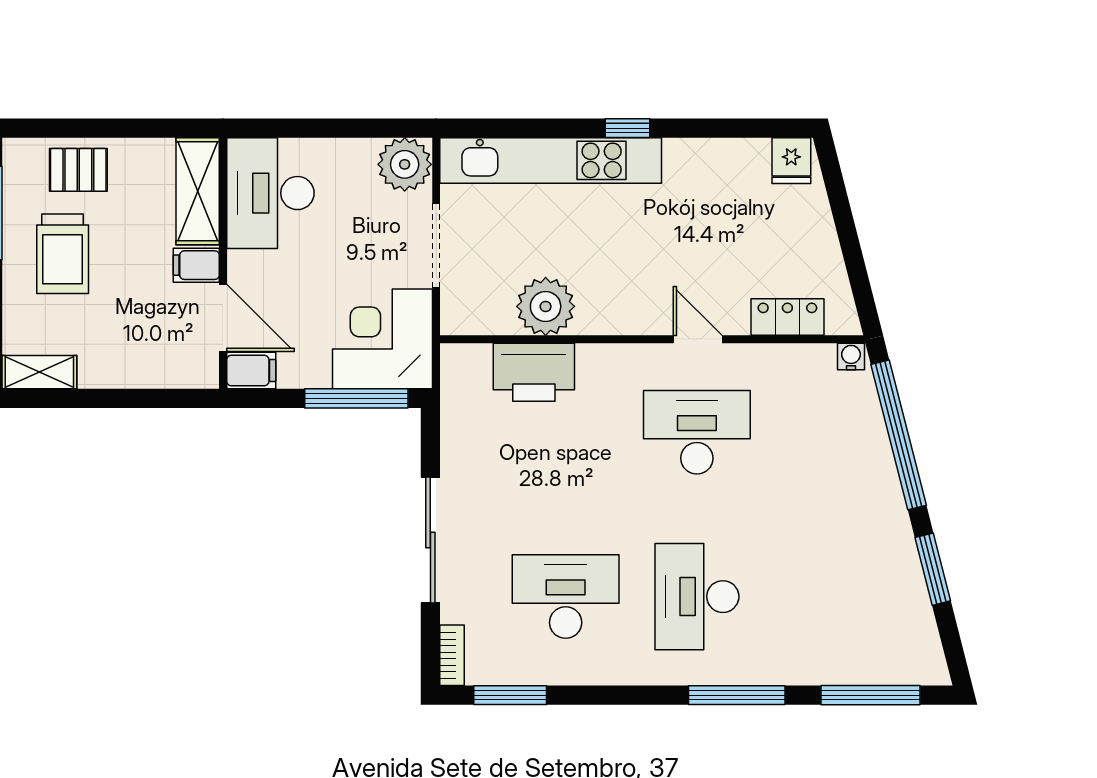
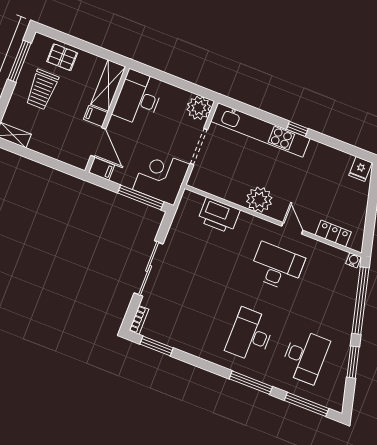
plant: (546, 306) -> (259, 200), moved
desk: (566, 597) -> (305, 356), moved, turned 90

